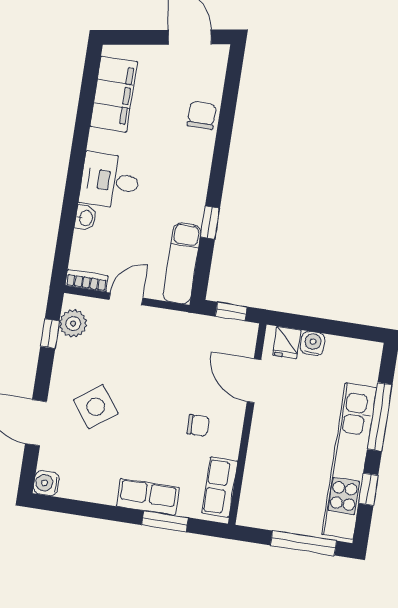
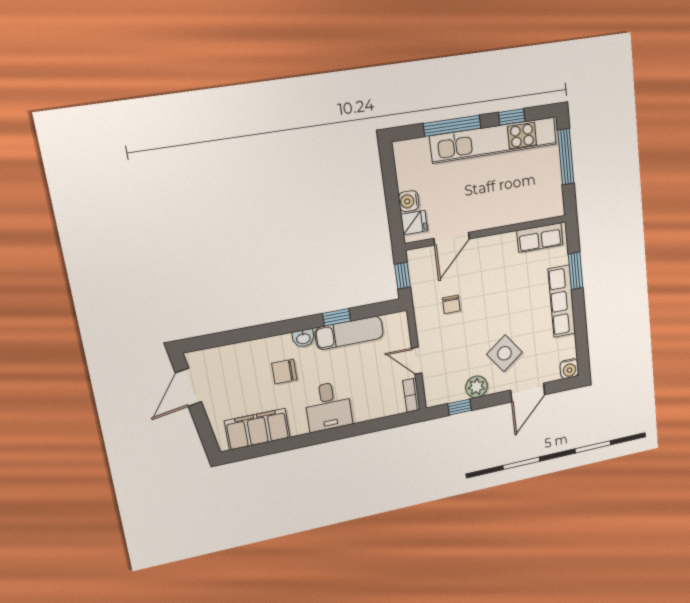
chair: (202, 115) -> (284, 372), moved
washbasin: (86, 218) -> (303, 338), moved, turned 180
exam couch: (182, 263) -> (349, 333), moved
plant: (73, 323) -> (476, 387), moved
chair: (198, 425) -> (451, 304), moved, turned 180
row of seats: (148, 497) -> (562, 301), width x1.48

